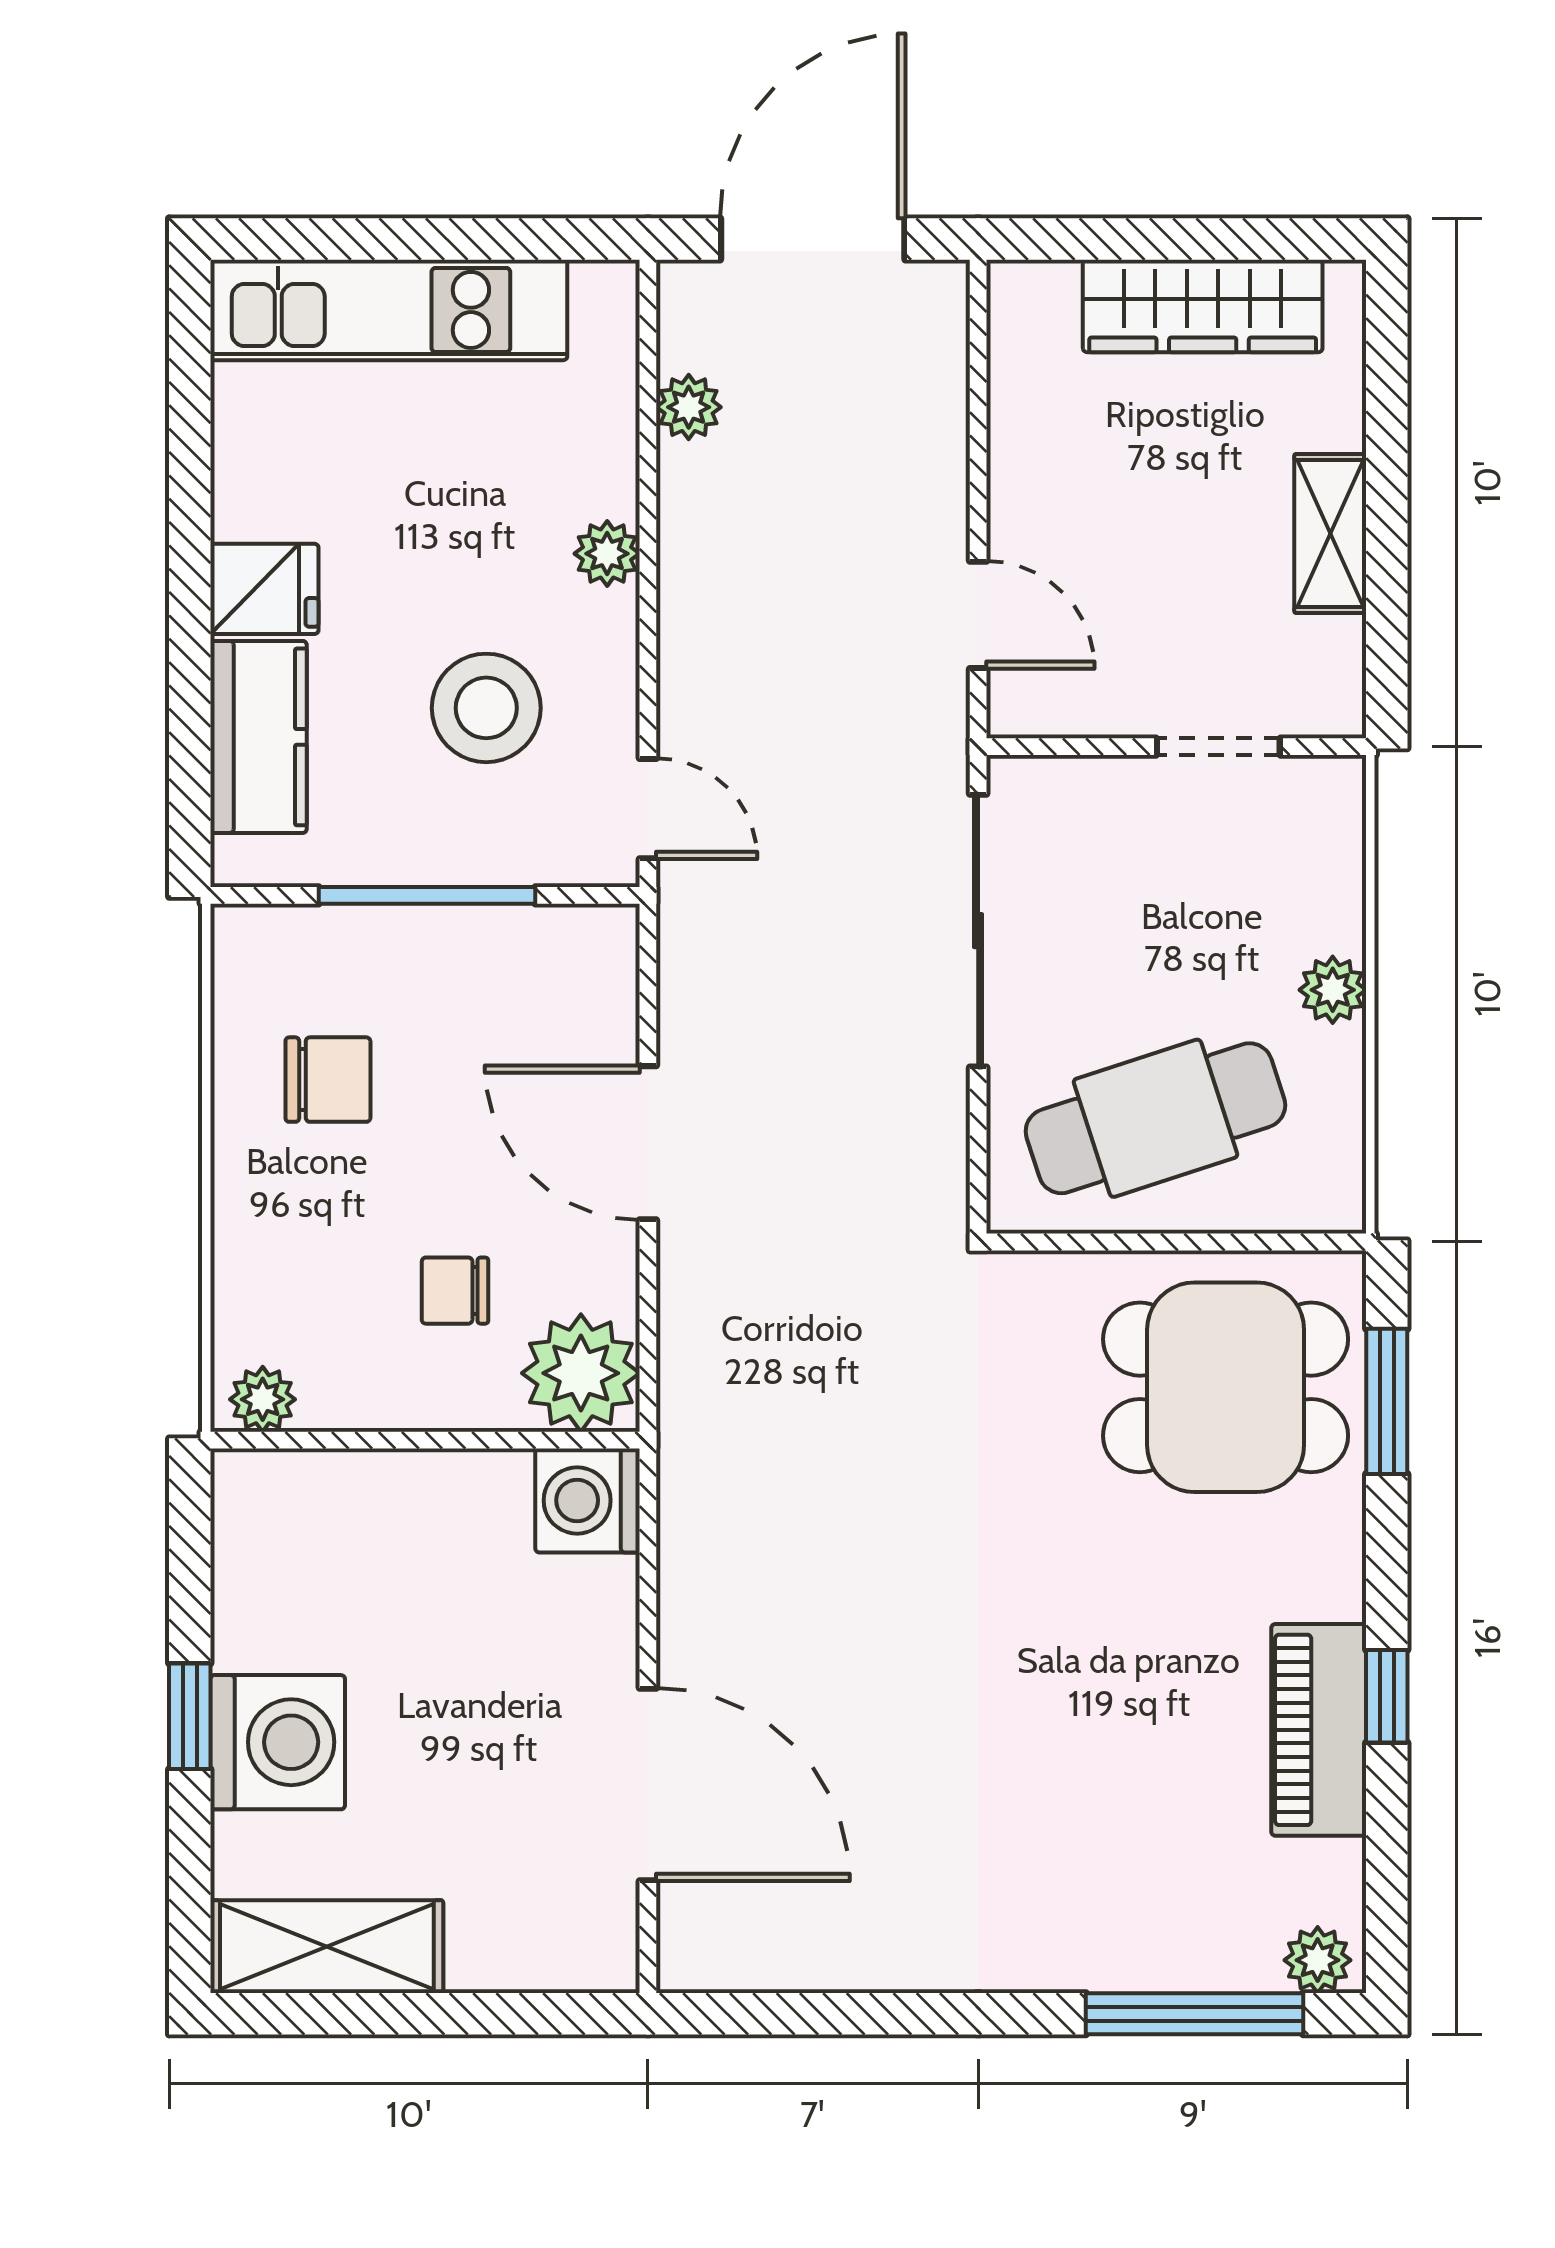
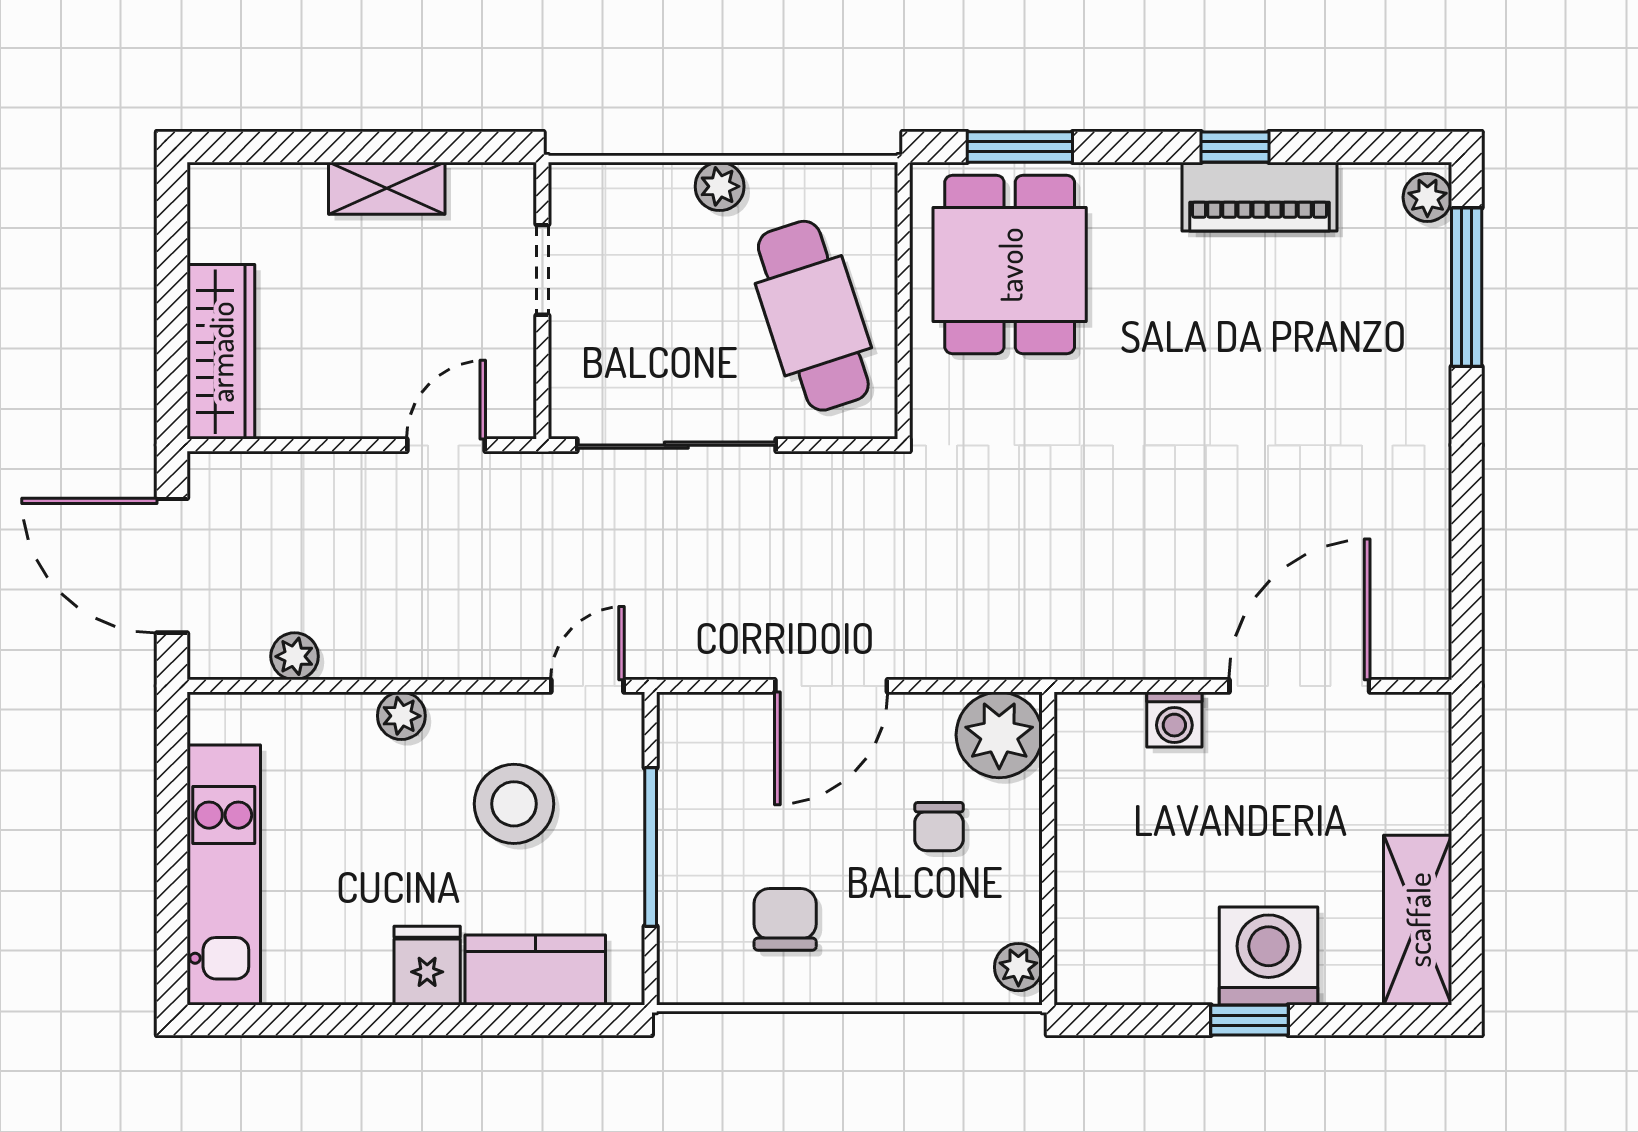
wardrobe: (1203, 306) -> (221, 352), moved
washing machine: (588, 1500) -> (1174, 720), moved, width x0.73, depth x0.73

